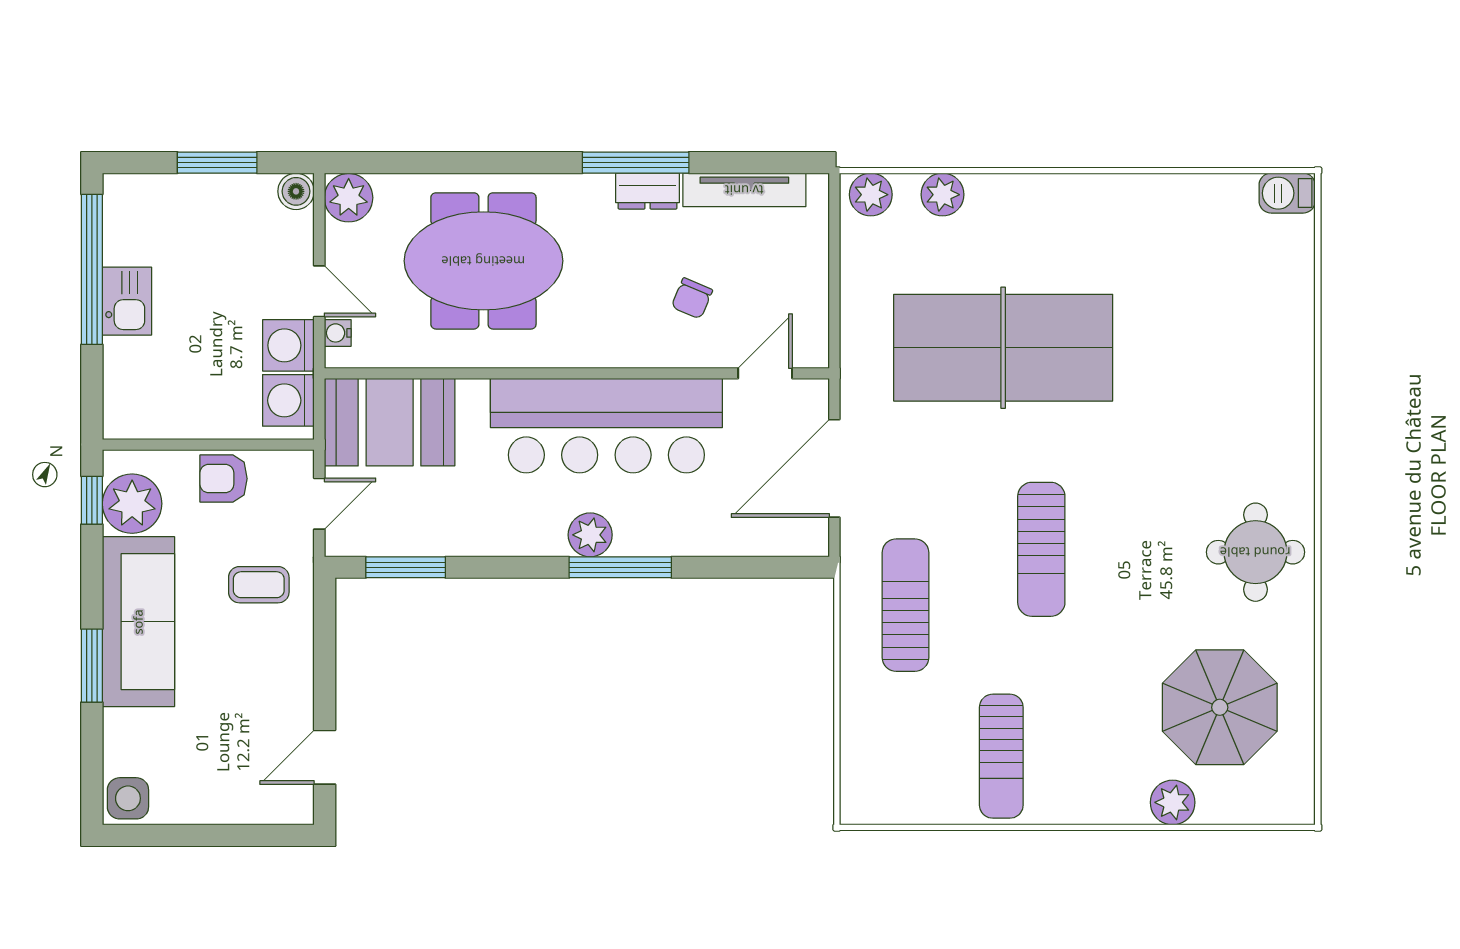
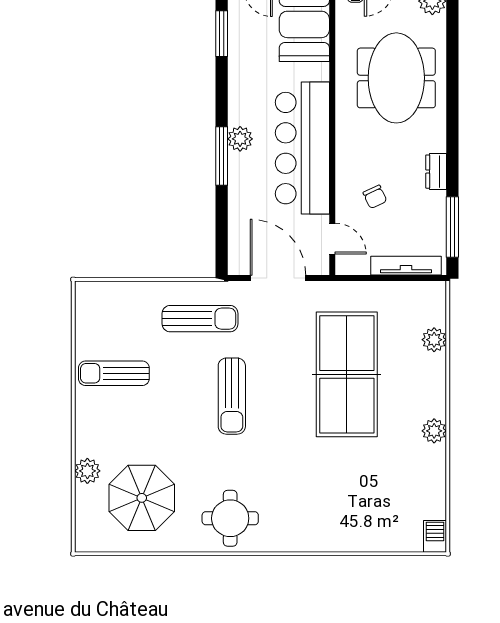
window: (636, 163) -> (452, 227), moved
tv unit: (744, 190) -> (406, 266), moved, turned 90
plant: (871, 195) -> (434, 431), moved
chair: (692, 298) -> (375, 197), turned -138
sun lounger: (1041, 549) -> (232, 396), turned -90

